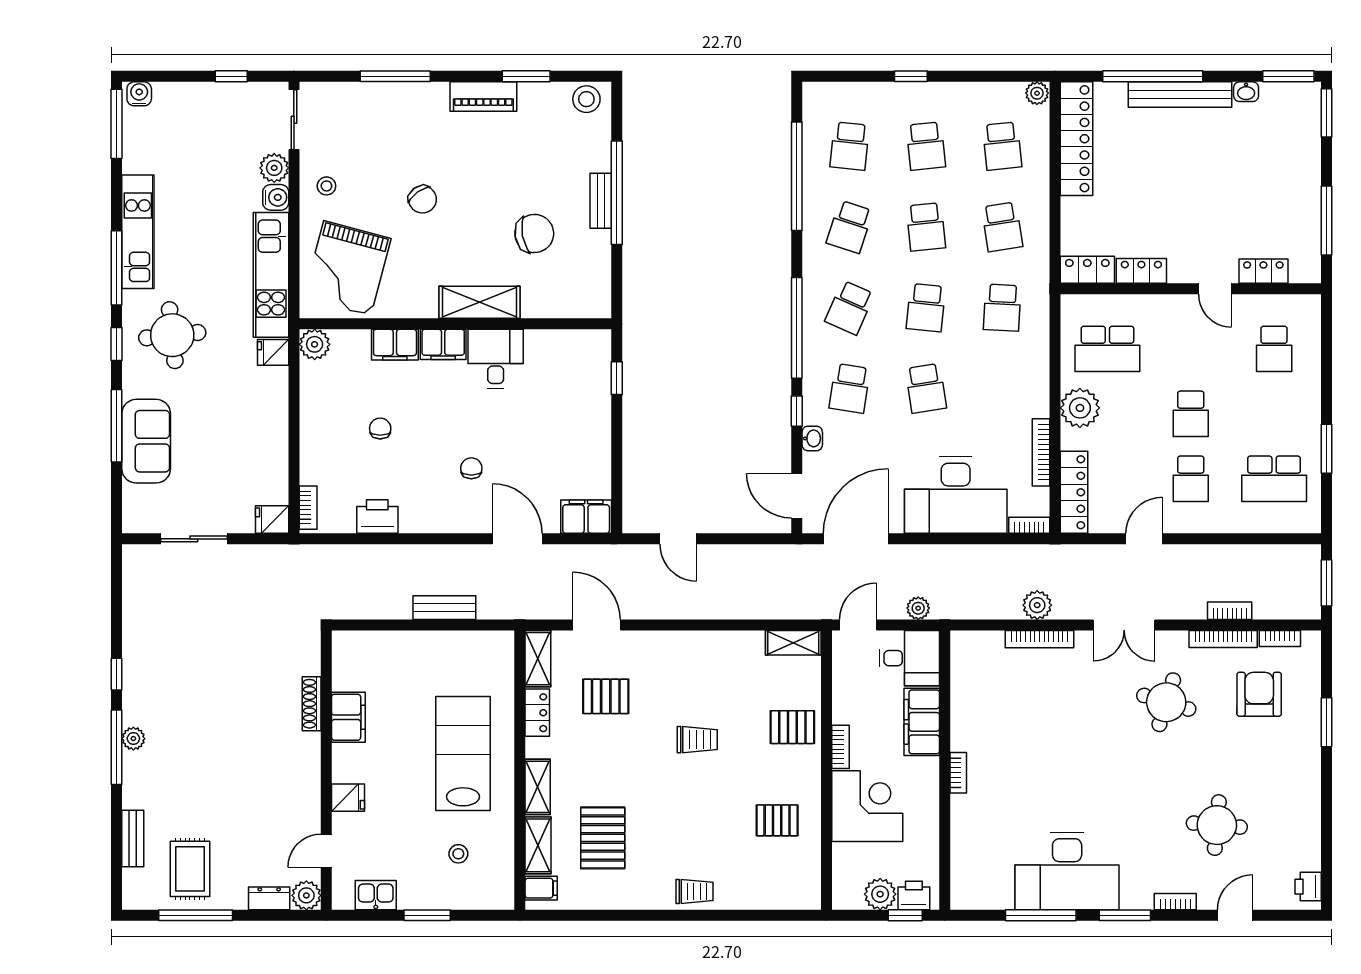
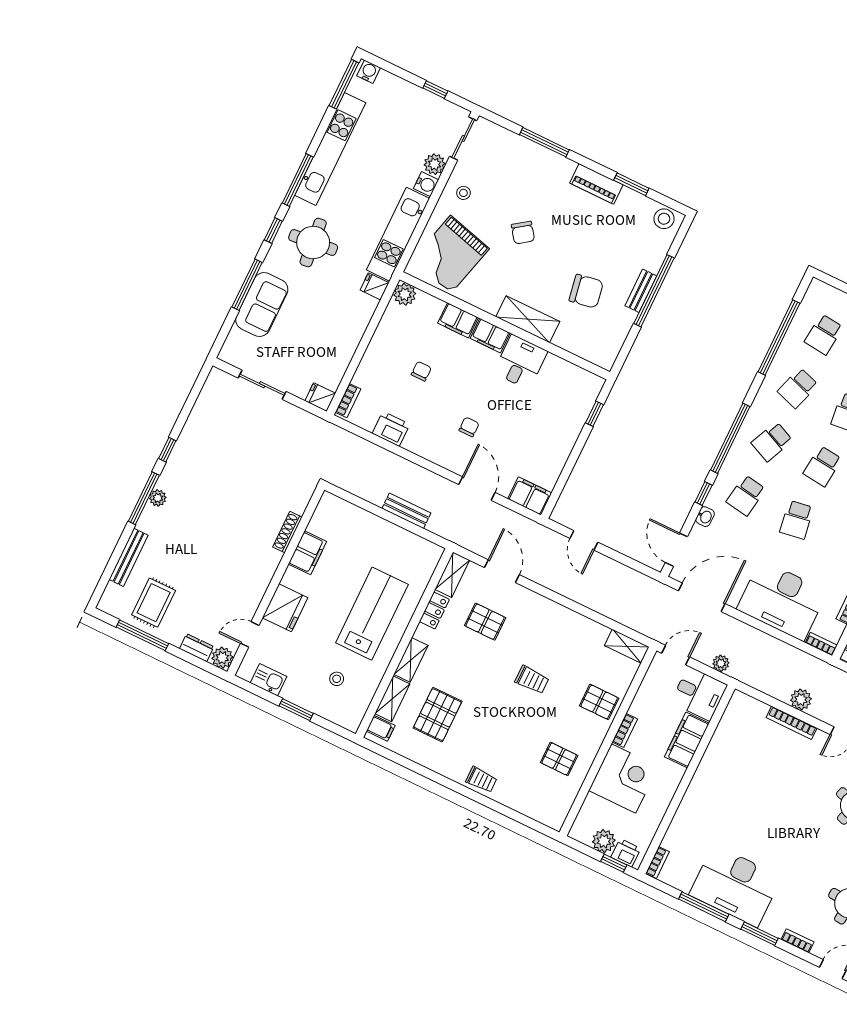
kitchen unit: (138, 232) -> (330, 149), width x1.36
bookcase: (958, 773) -> (657, 862), moved
fridge: (348, 798) -> (285, 608), width x1.88, depth x1.34
bench: (133, 839) -> (129, 557), width x1.36

